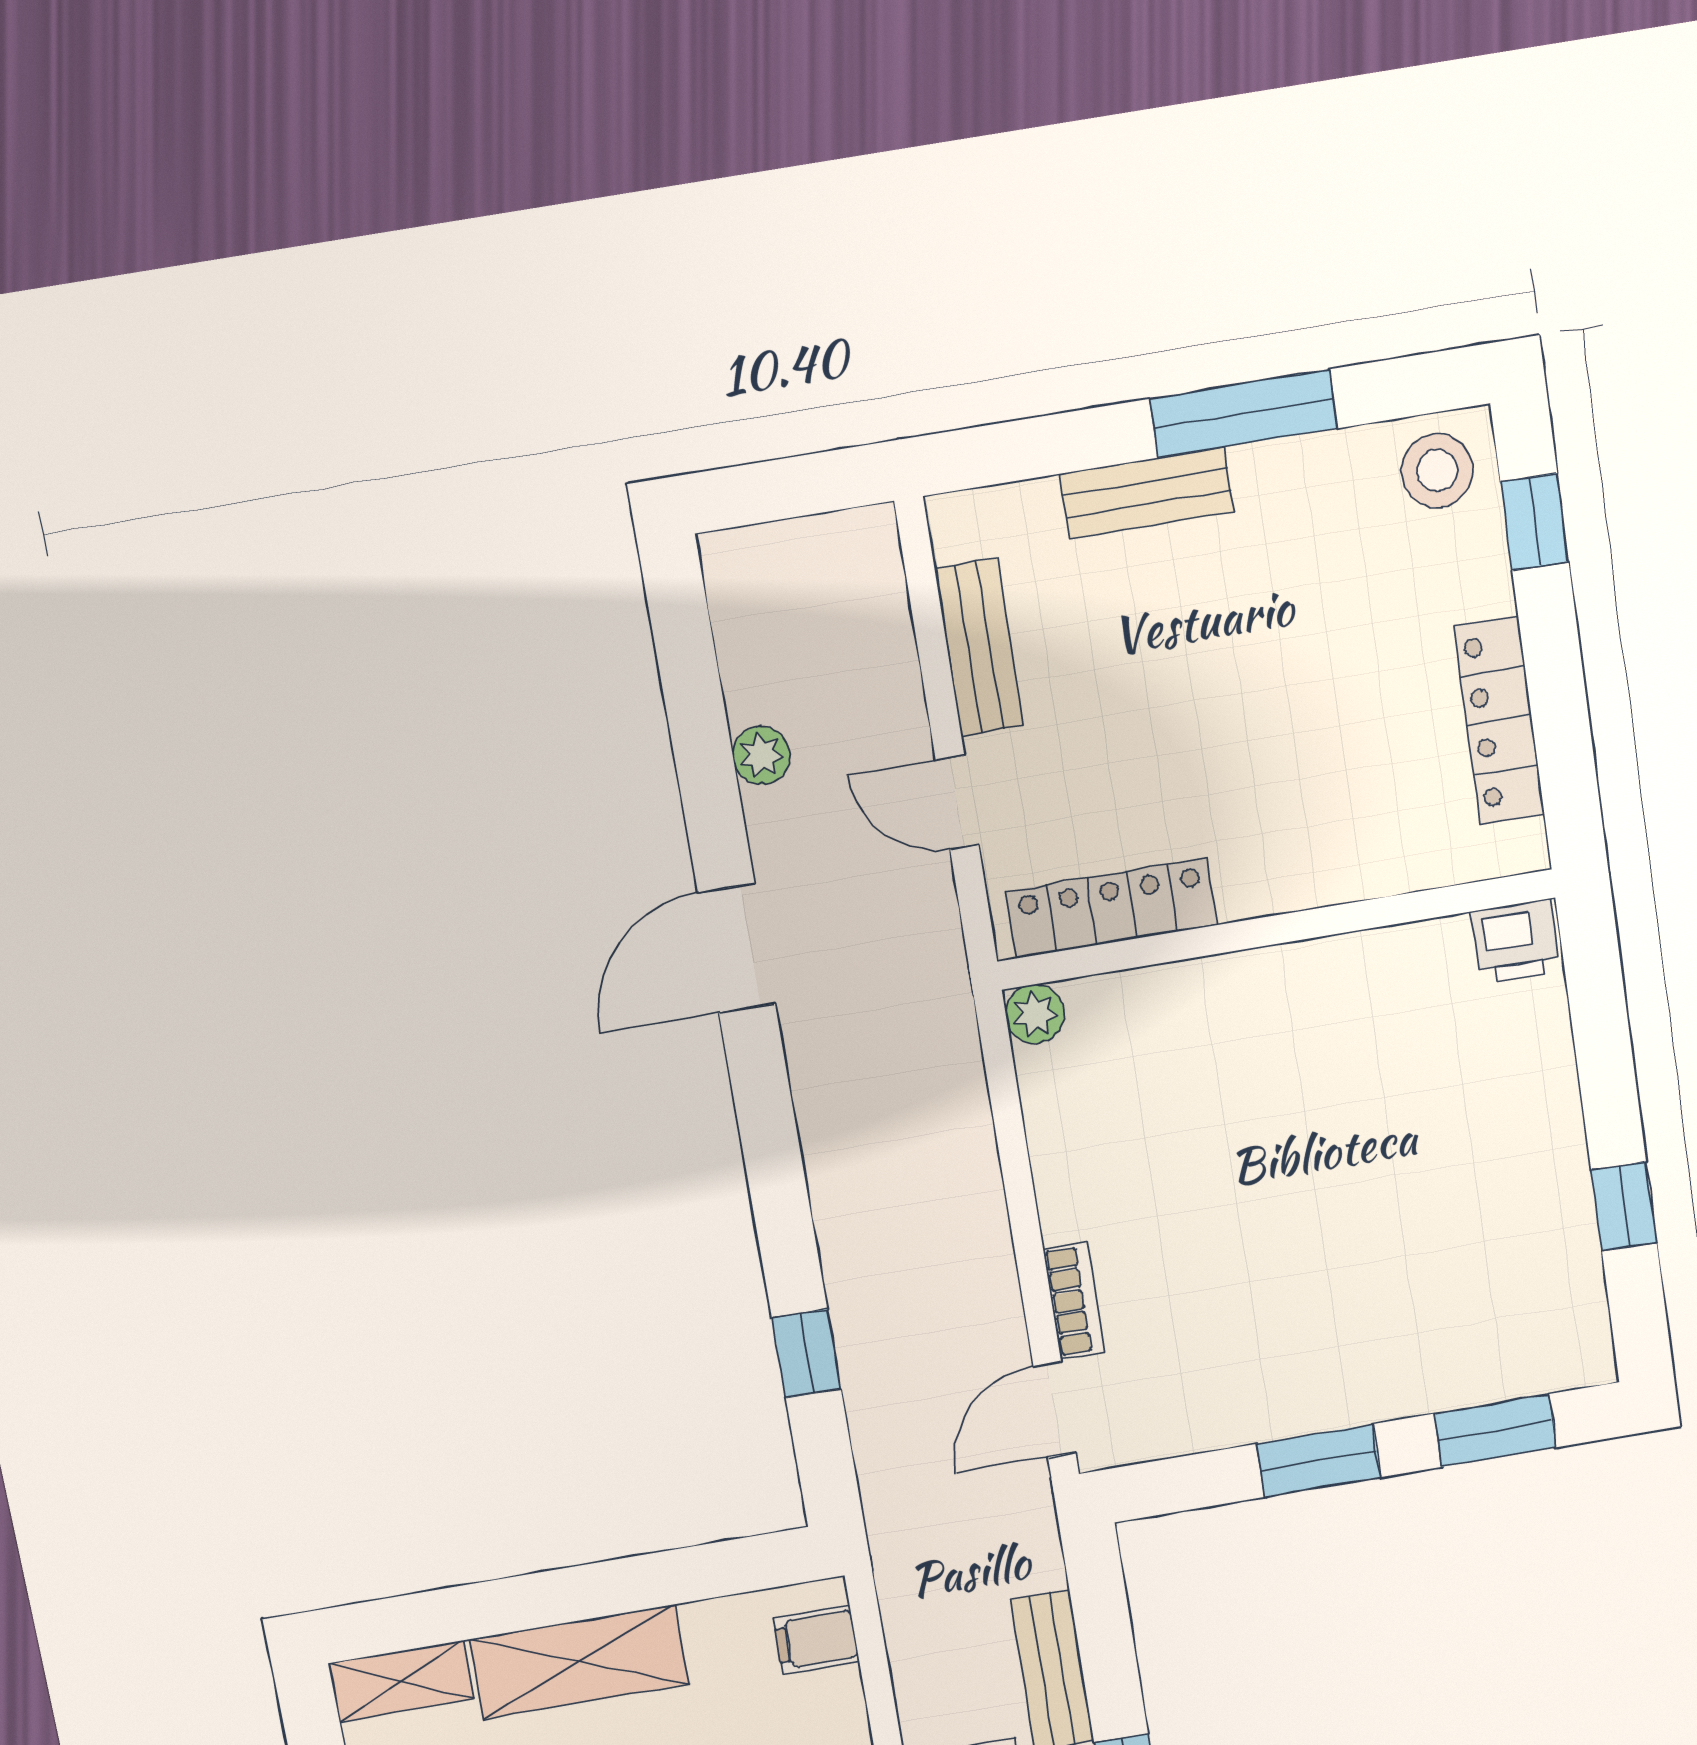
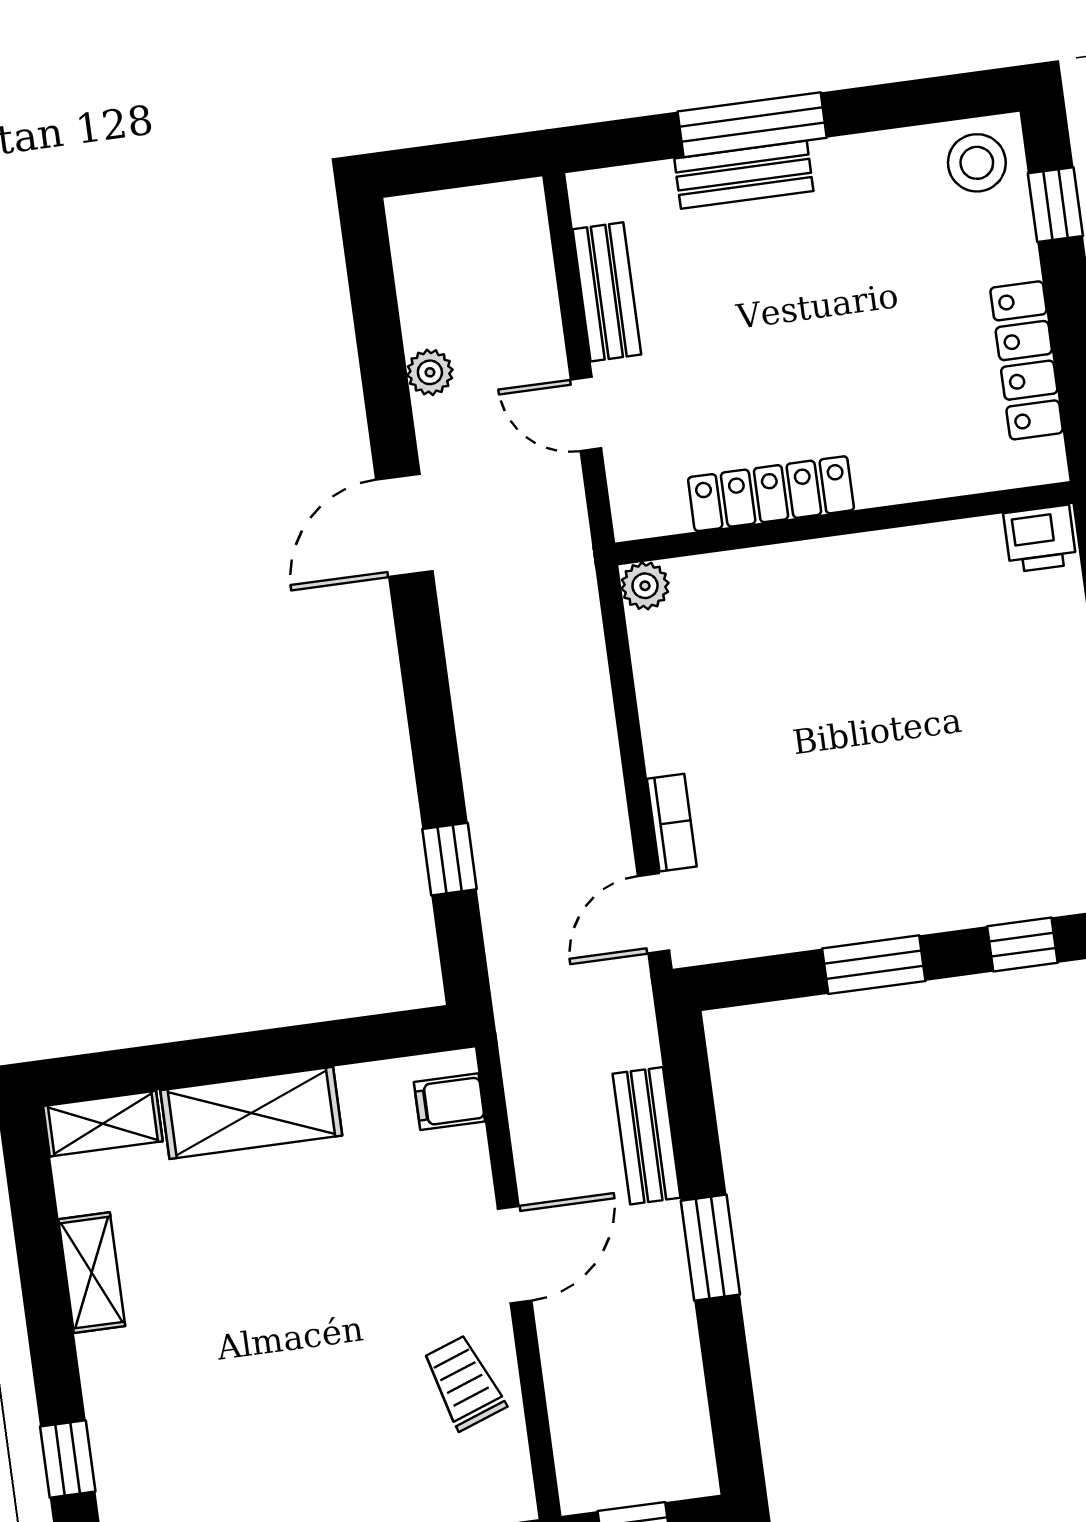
window: (1244, 414) -> (752, 125), moved
locker: (1112, 908) -> (771, 494), moved
window: (1495, 1431) -> (1022, 945), width x0.67

